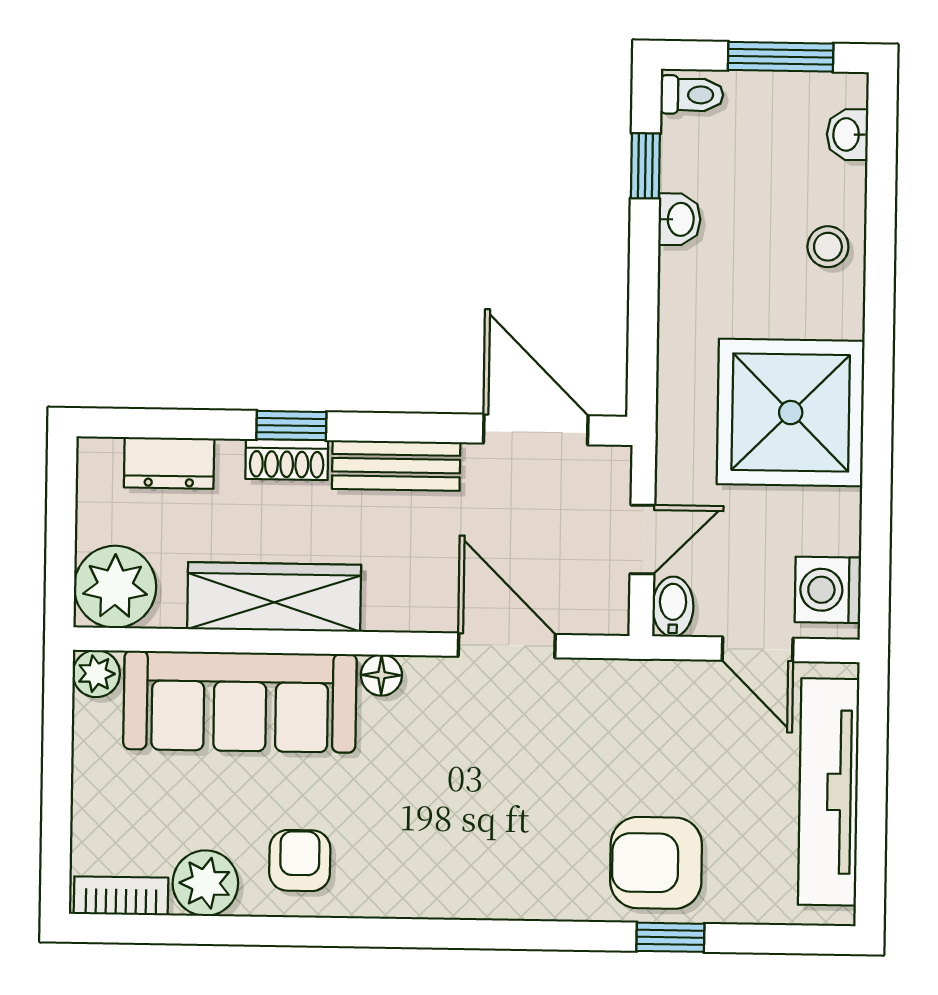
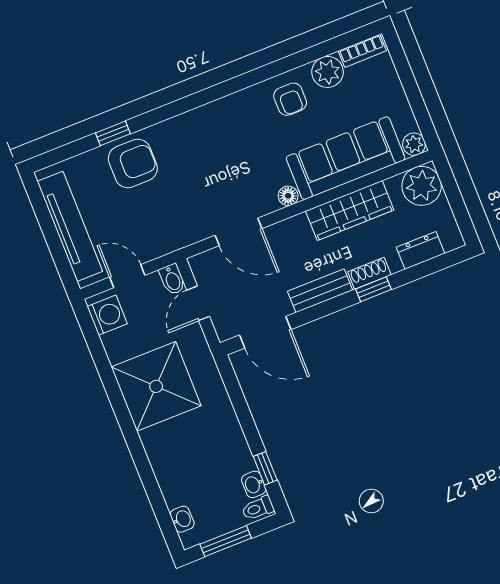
washbasin: (680, 219) -> (254, 484), moved
stool: (828, 247) -> (170, 466), removed

